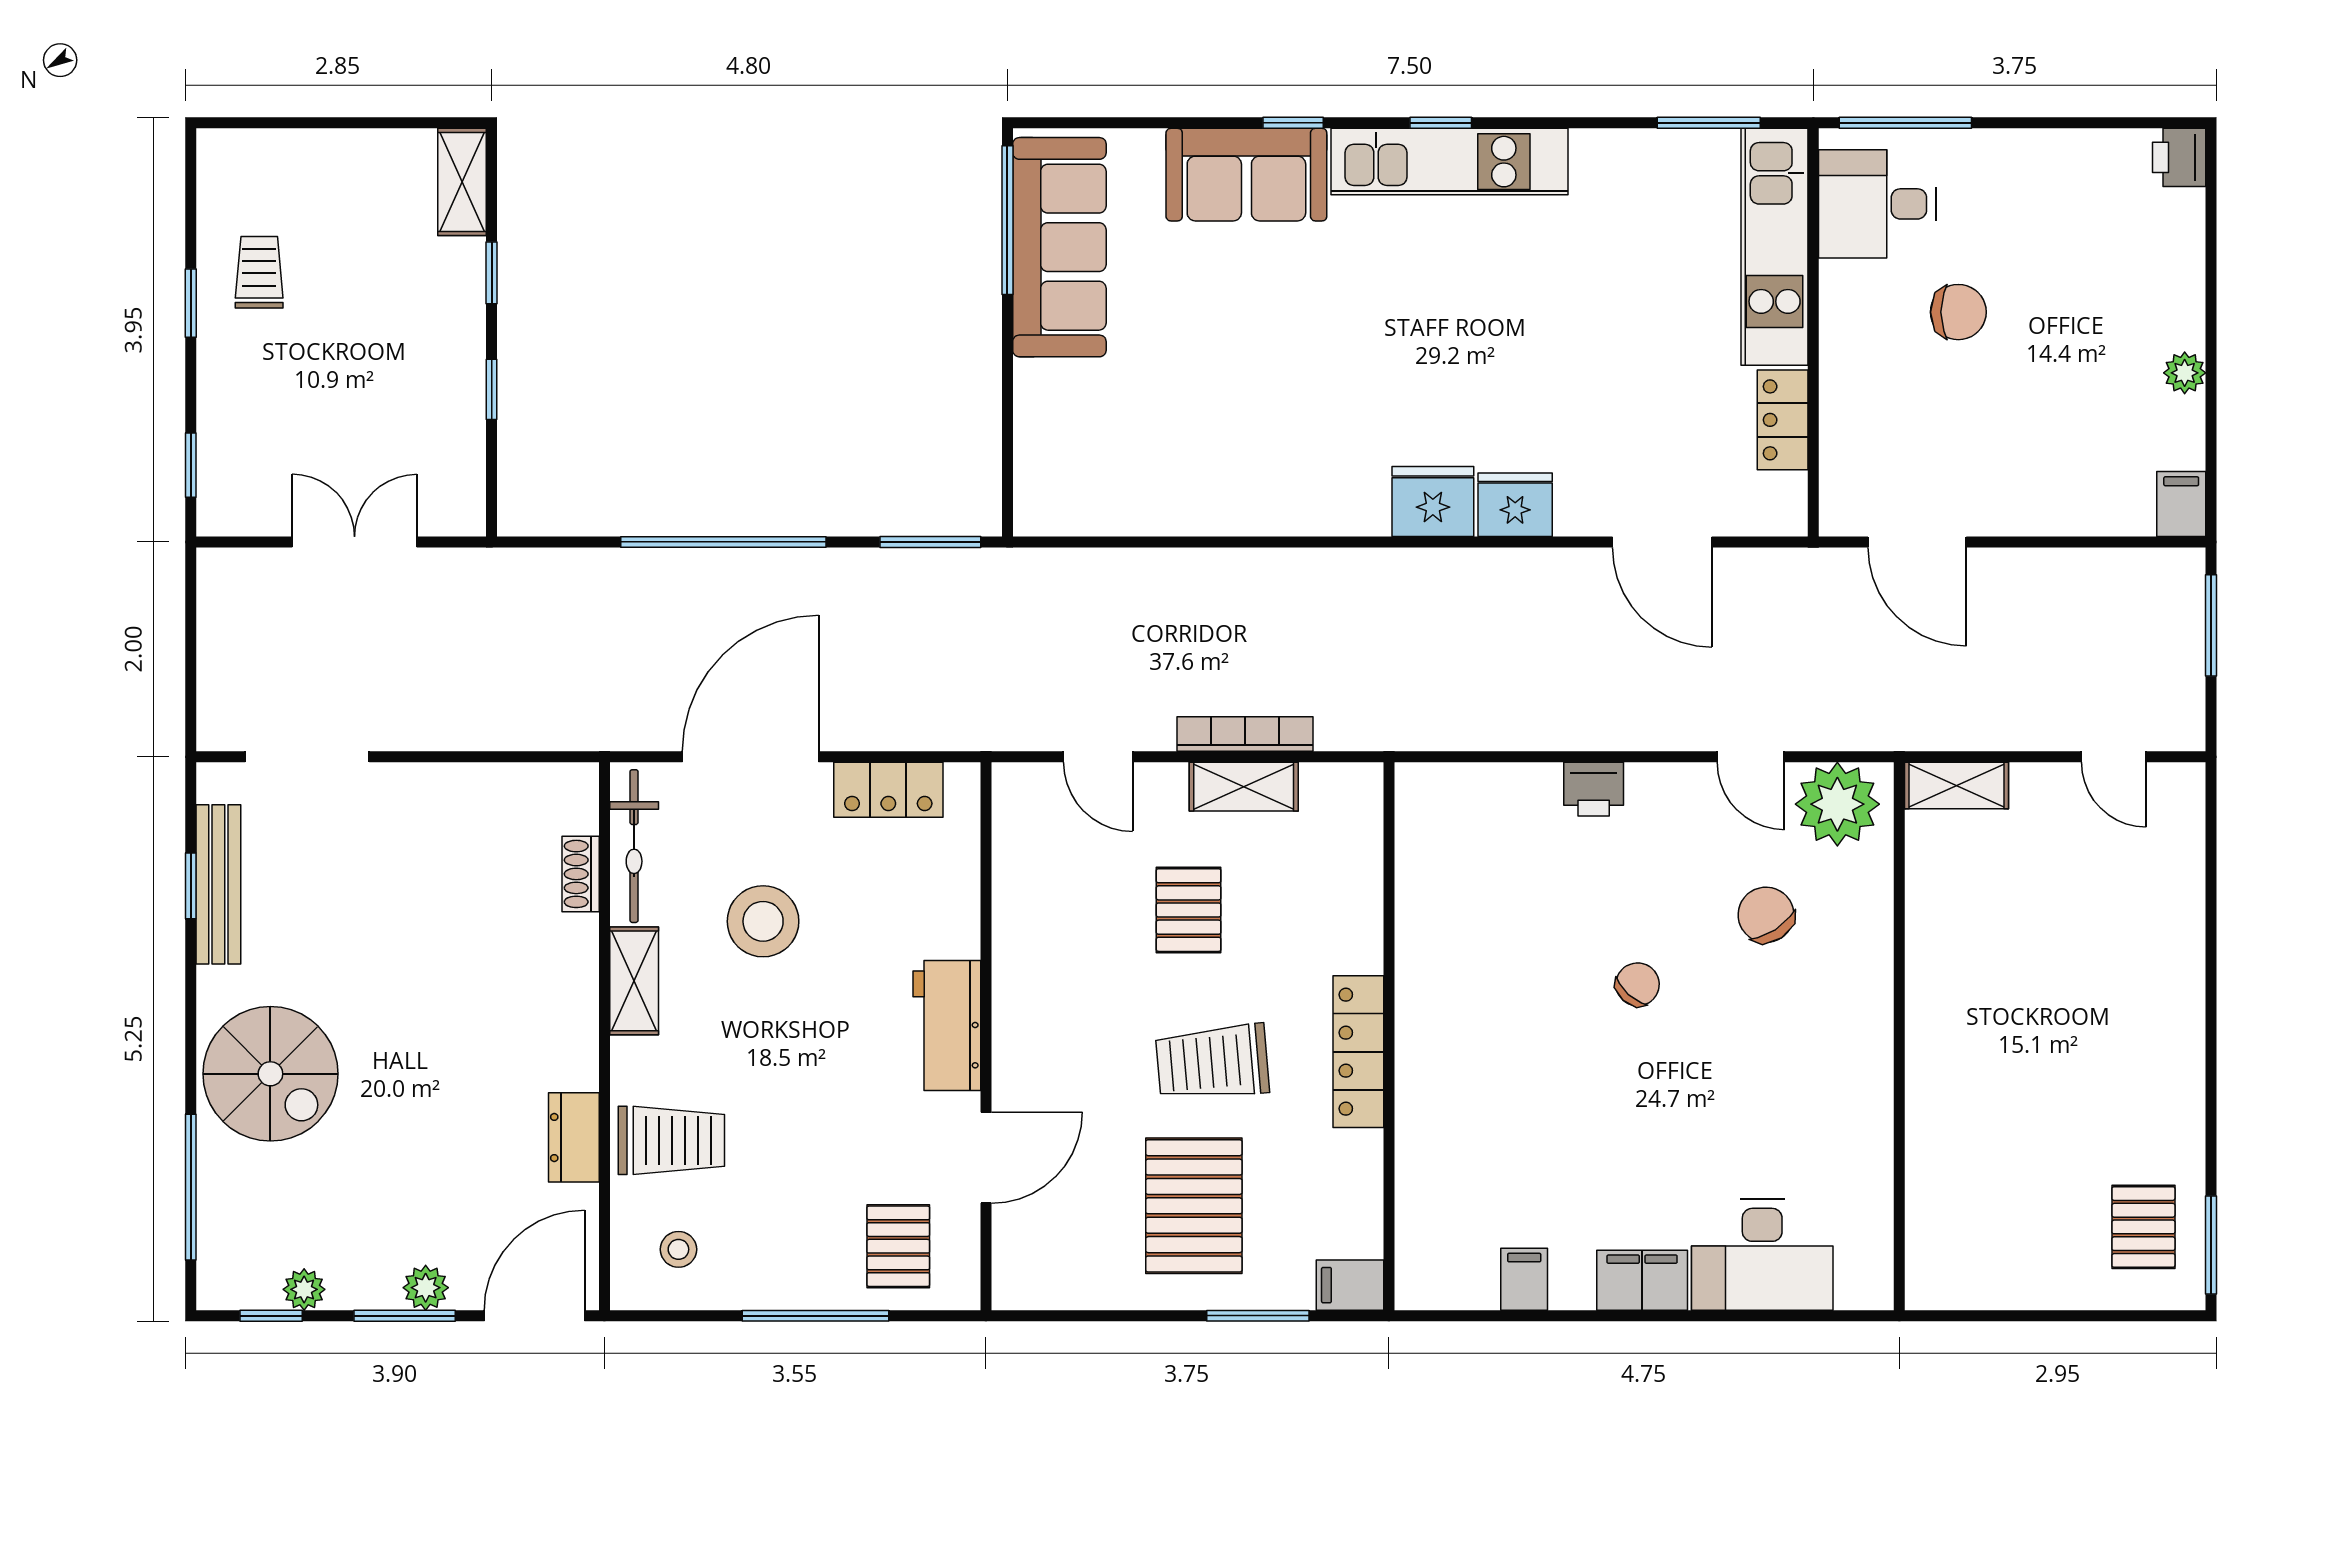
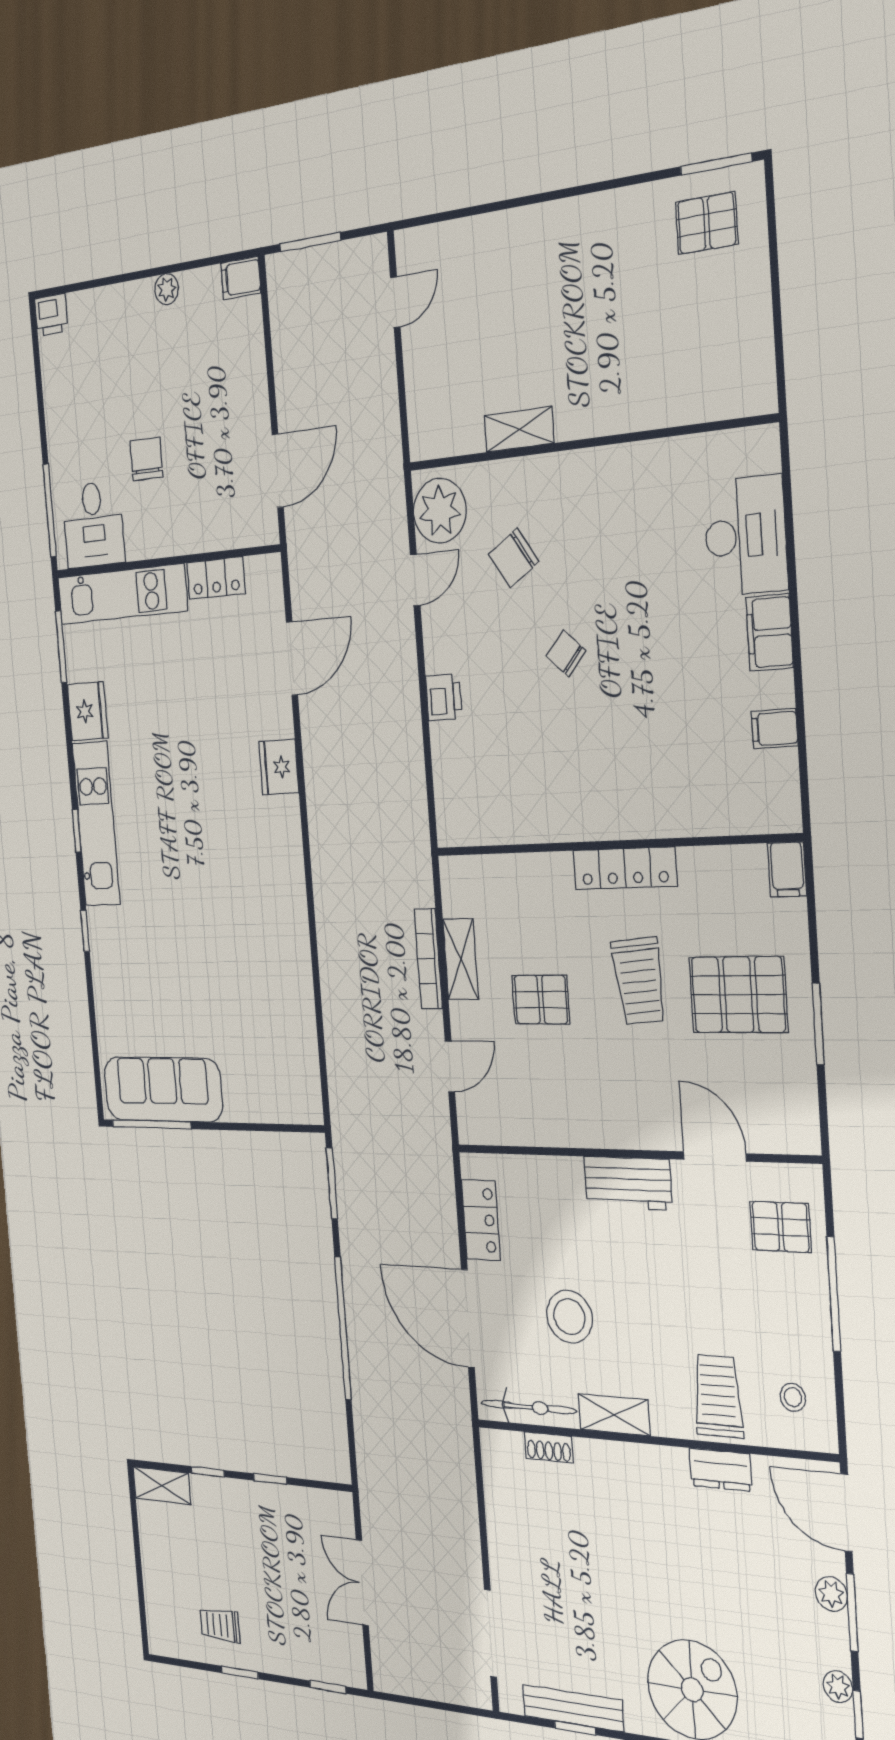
sofa: (1246, 175) -> (114, 962), removed
fridge: (1433, 501) -> (88, 711), moved, turned 180
shelving: (1957, 786) -> (519, 429), moved, turned 90
window: (1258, 1316) -> (818, 1024), moved

